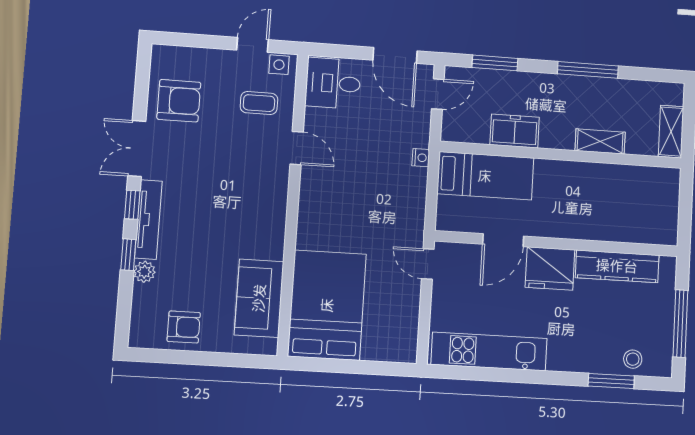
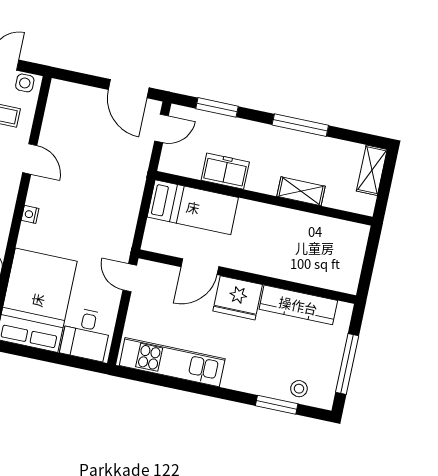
desk: (333, 83) -> (86, 334), moved, turned -90
shelving: (671, 132) -> (372, 170), moved
nightstand: (421, 158) -> (30, 214), moved, turned 180

